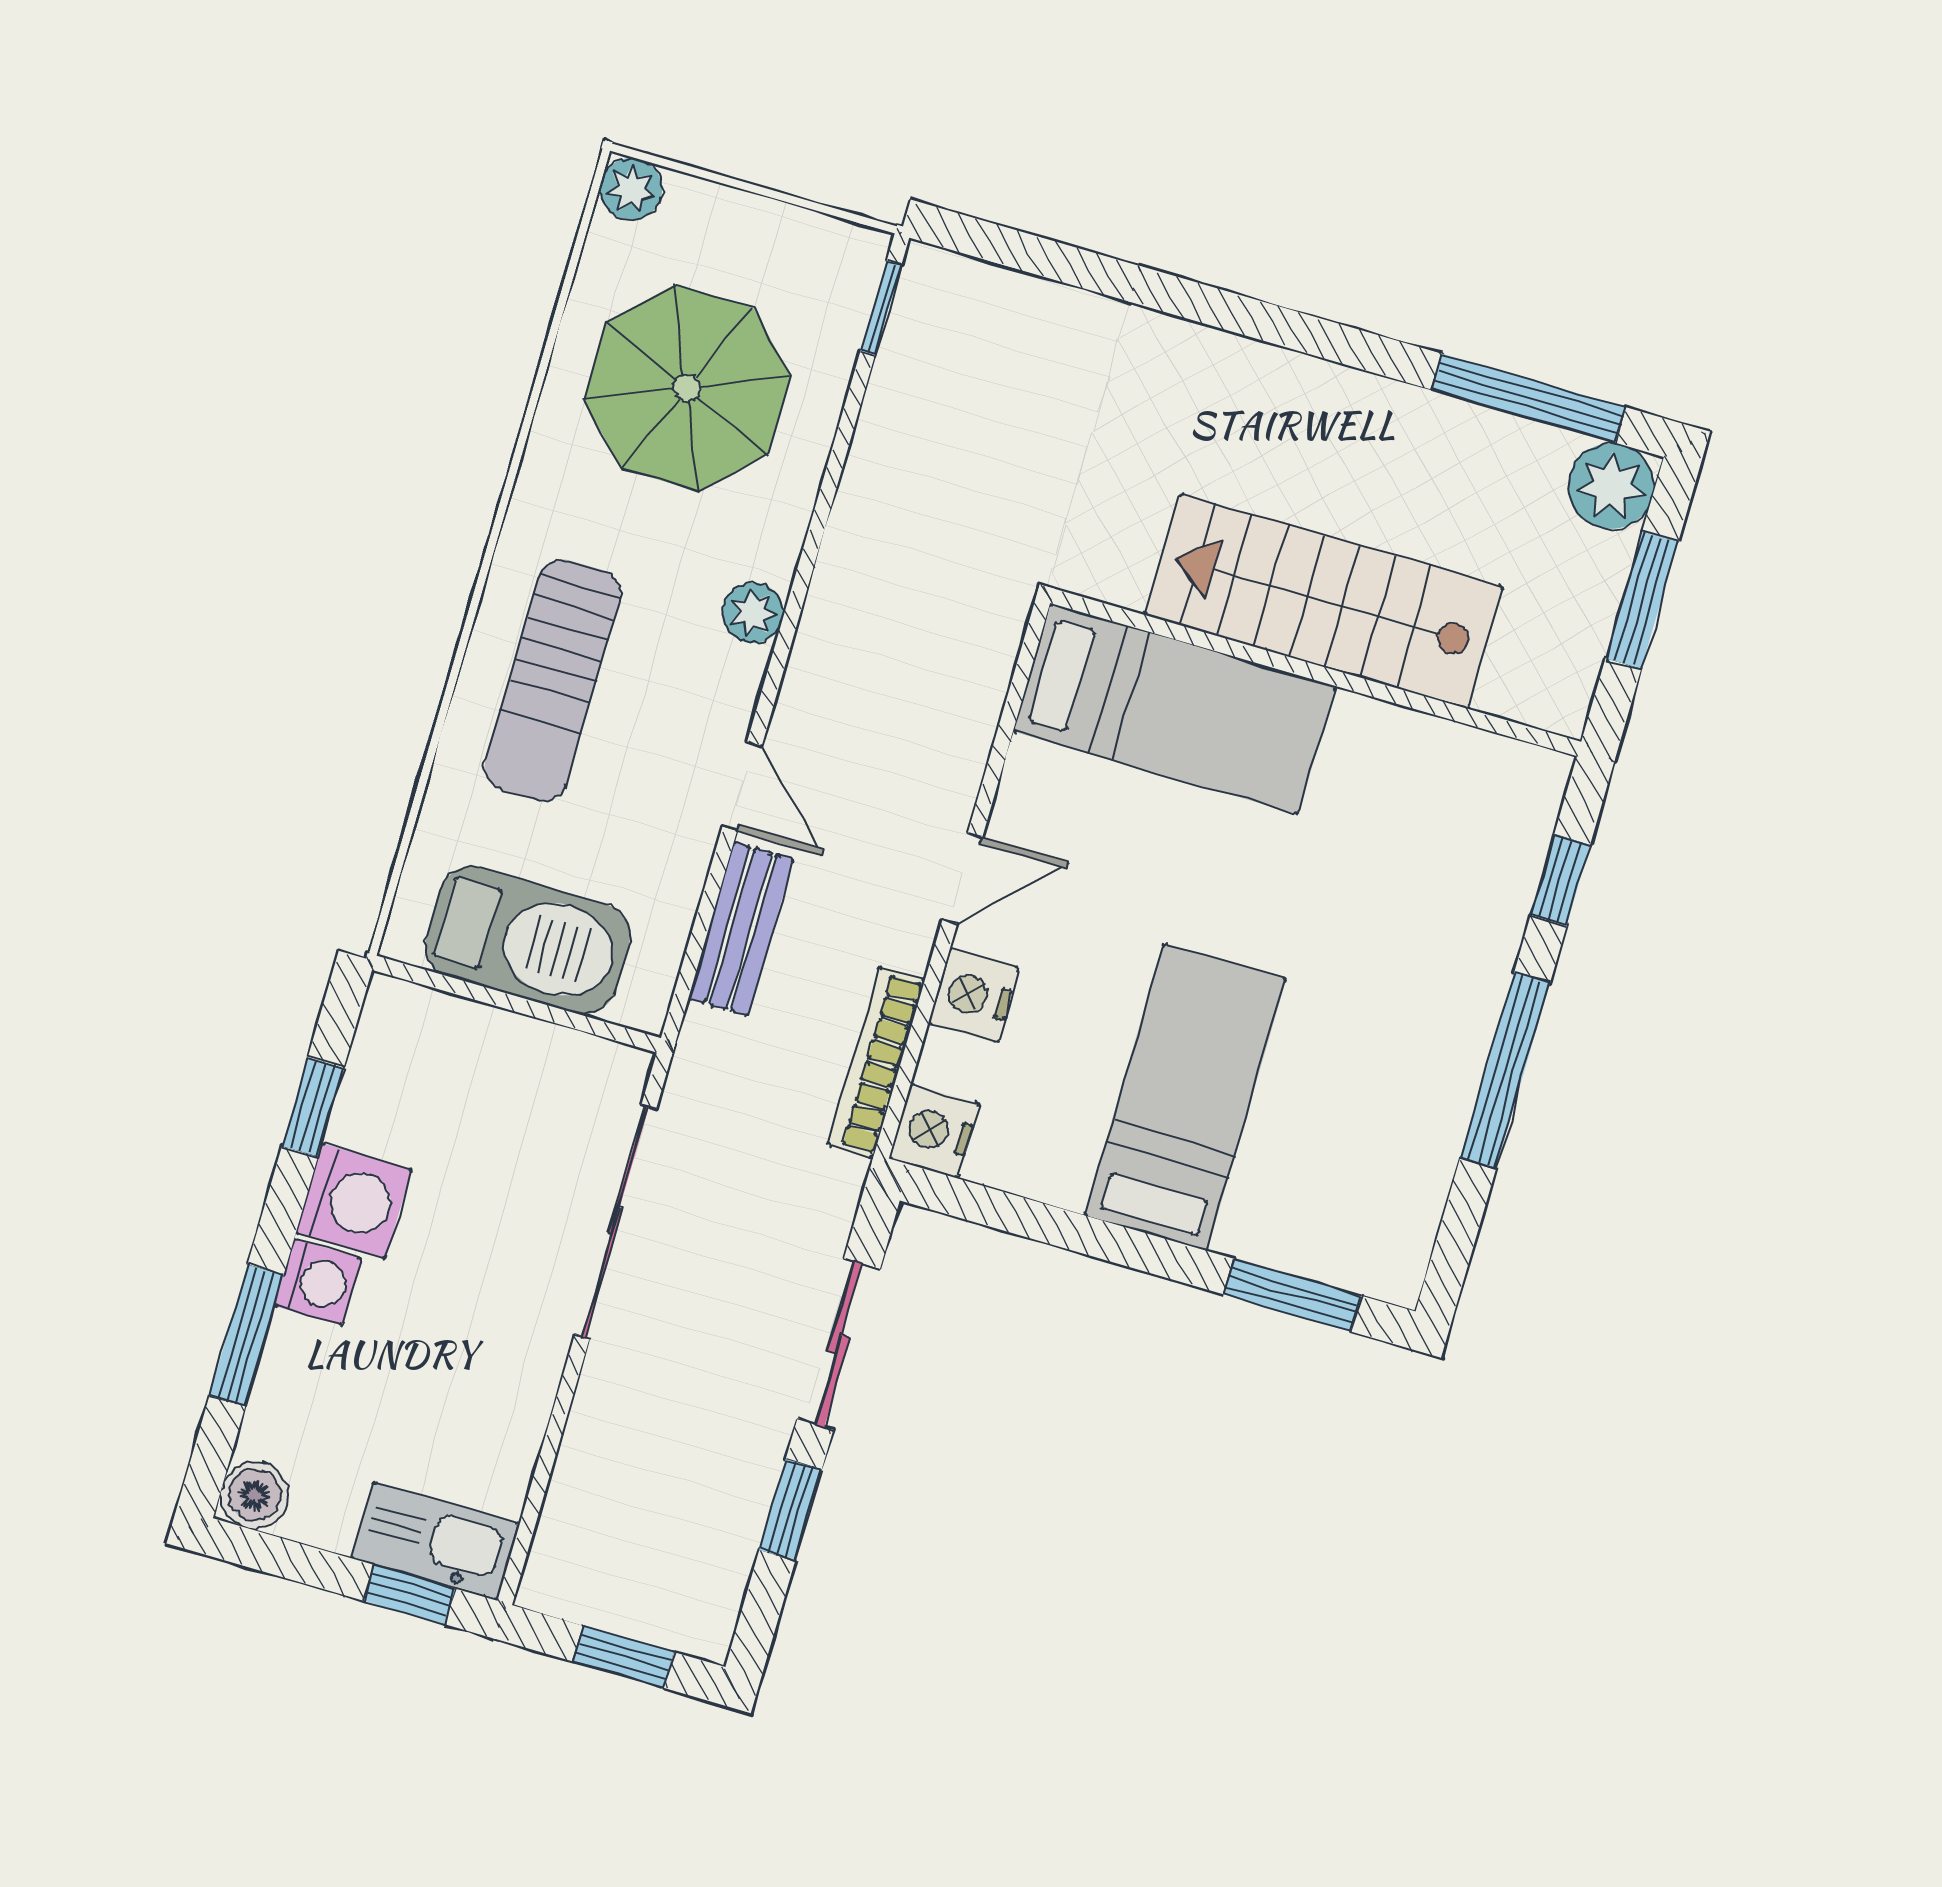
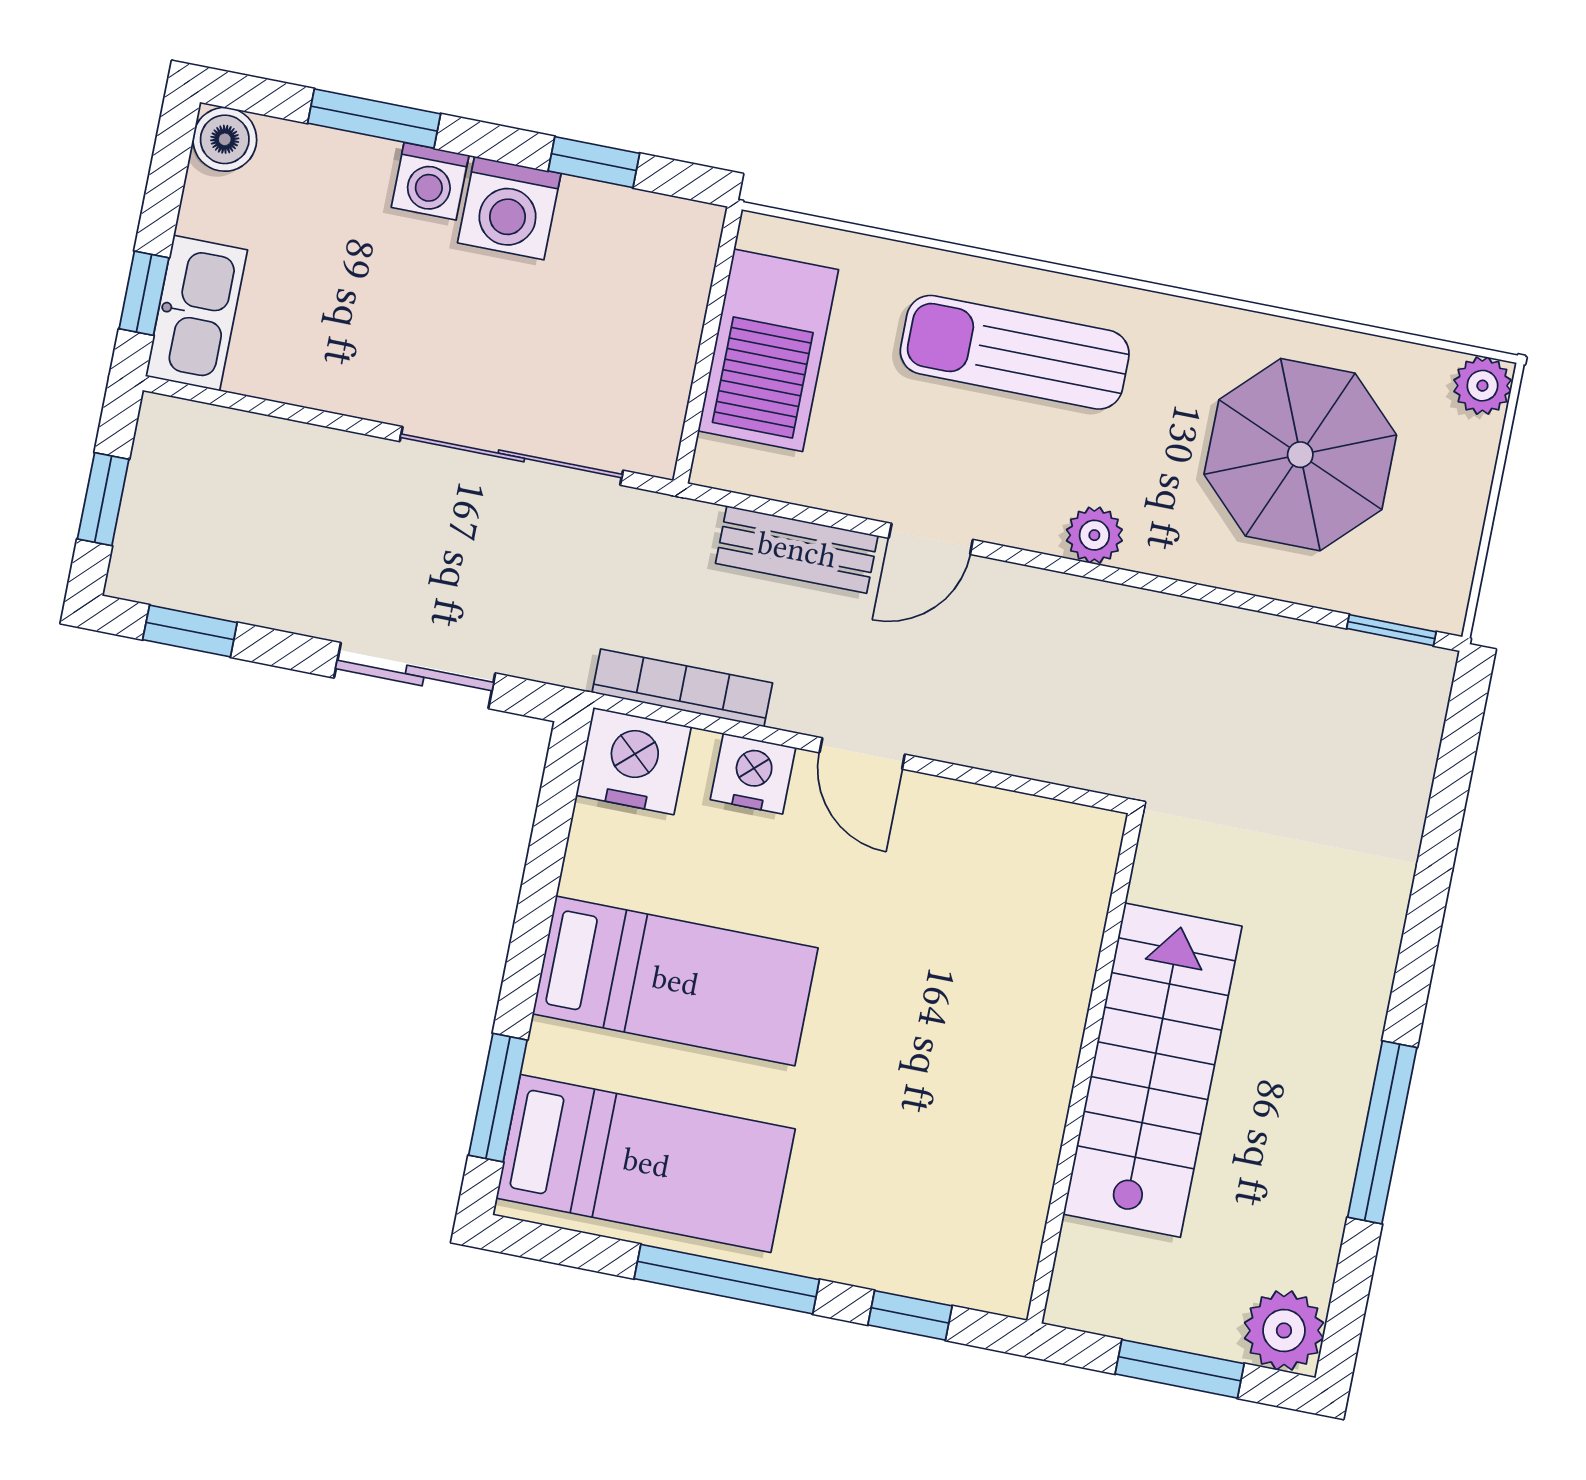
window: (1529, 398) -> (1382, 1132), moved
bed: (1174, 709) -> (646, 1163), moved, turned -90
nightstand: (934, 1131) -> (633, 761), width x1.36, depth x1.33
window: (790, 1510) -> (190, 631), moved

